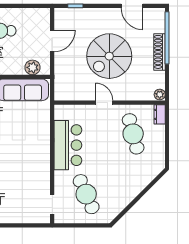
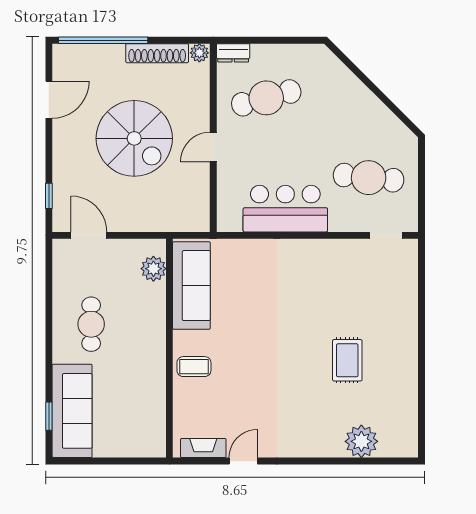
door: (52, 41) -> (89, 235), moved
shoe rack: (159, 52) -> (157, 53), moved
cafe table: (86, 194) -> (369, 178), turned 30

